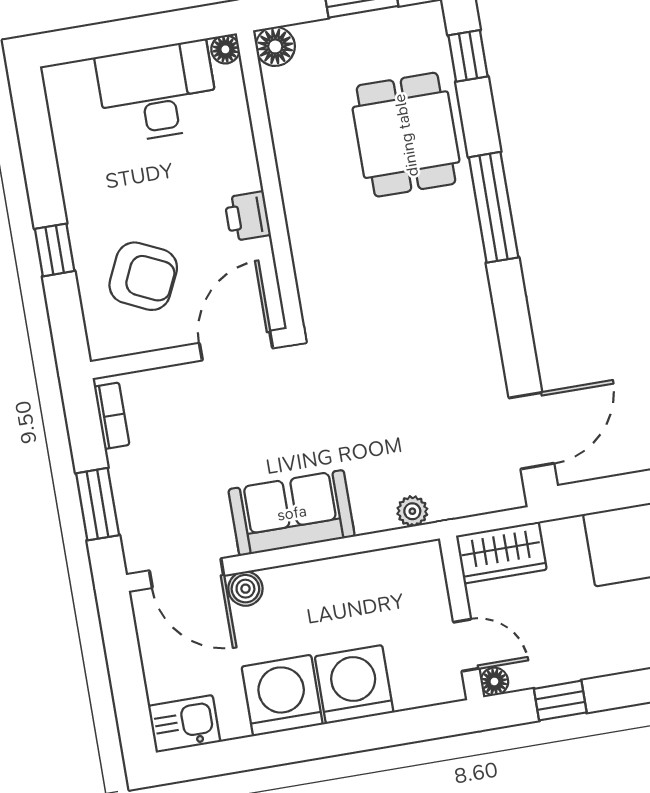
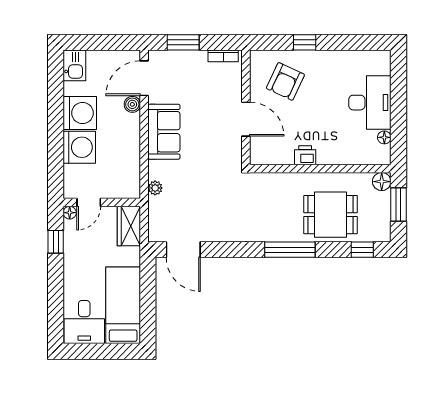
floor lamp: (275, 46) -> (382, 182), moved
wall: (270, 180) -> (320, 169), moved
printer: (247, 216) -> (305, 155), moved

